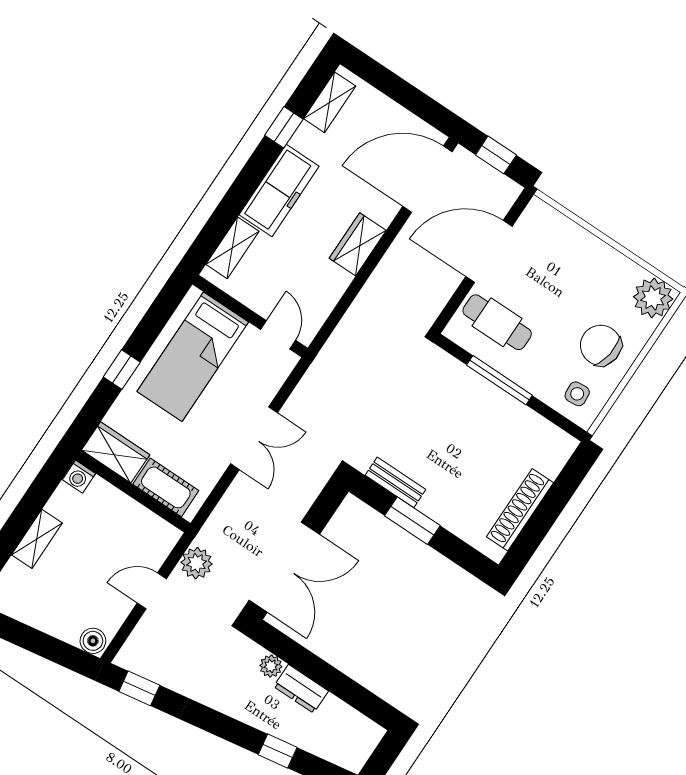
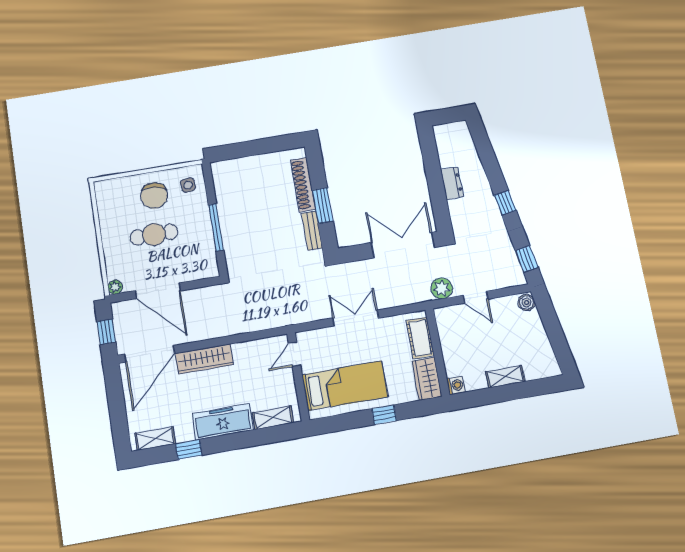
door: (427, 179) -> (149, 354), hinge flipped
wardrobe: (358, 244) -> (204, 359), width x1.50
plant: (653, 298) -> (115, 287), moved, width x0.53, depth x0.53
cafe table: (497, 322) -> (154, 235), moved, turned 90
shoe rack: (520, 510) -> (303, 185), moved, turned 90
plant: (271, 666) -> (455, 207), removed
window: (278, 751) -> (505, 203), moved

